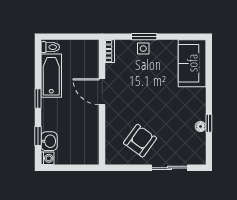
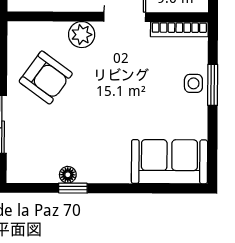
bookcase: (110, 51) -> (179, 29), width x1.56
plant: (113, 118) -> (82, 35), added

